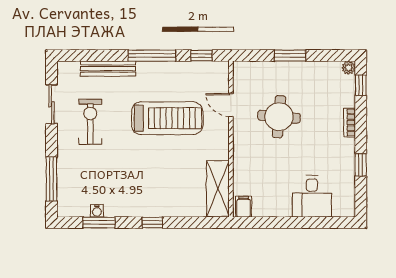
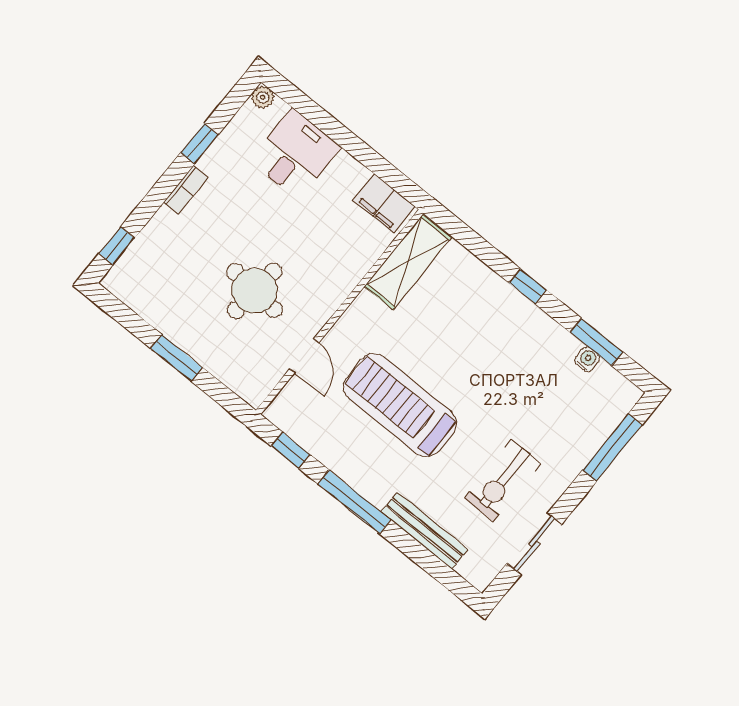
plant: (349, 68) -> (263, 97), moved
bookcase: (350, 123) -> (186, 190), moved
filing cabinet: (244, 207) -> (384, 204), width x2.00

